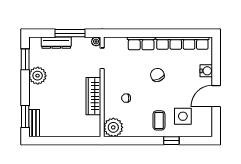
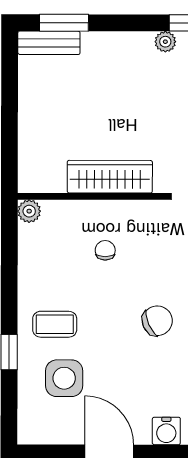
plant: (38, 76) -> (165, 42), width x0.53, depth x0.53
plant: (113, 127) -> (29, 211), width x0.53, depth x0.53

